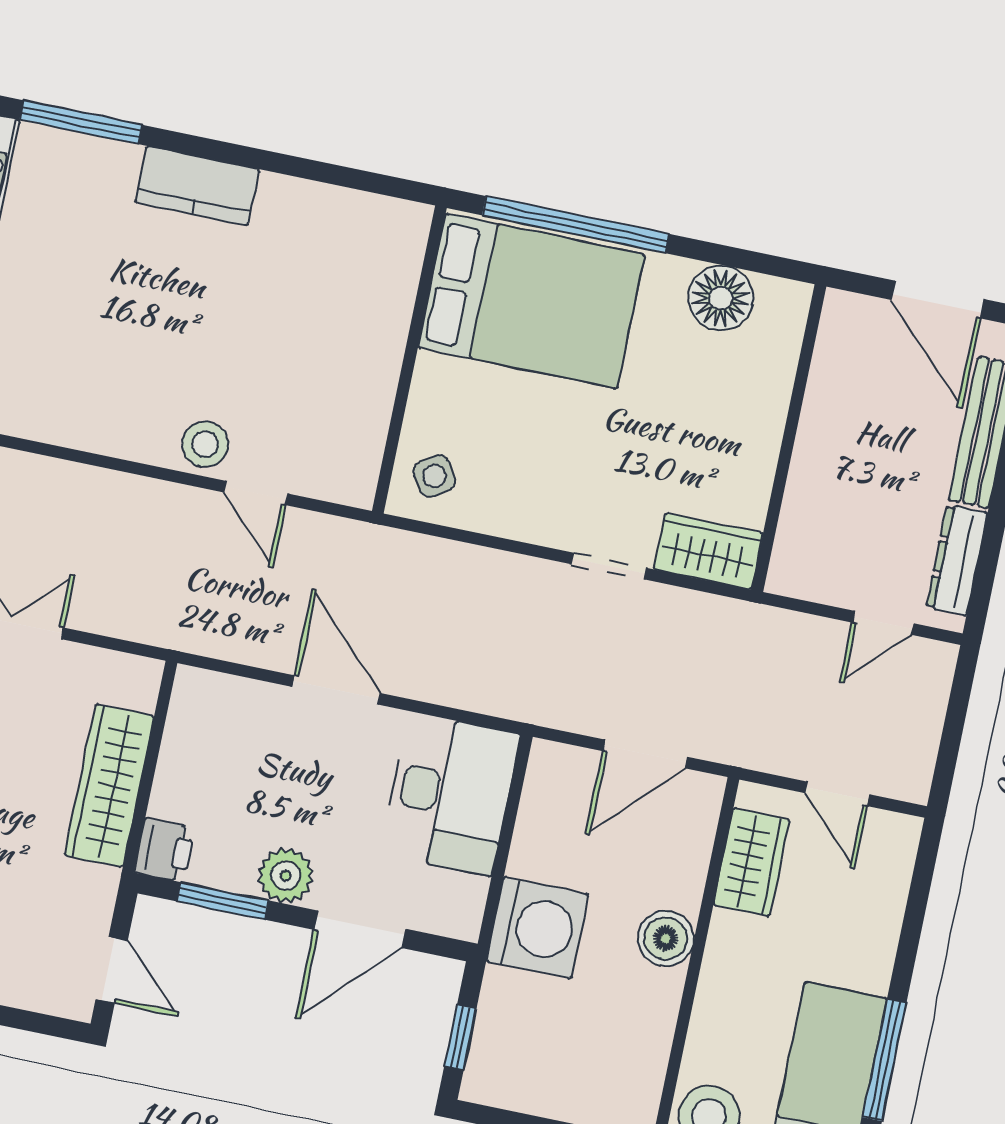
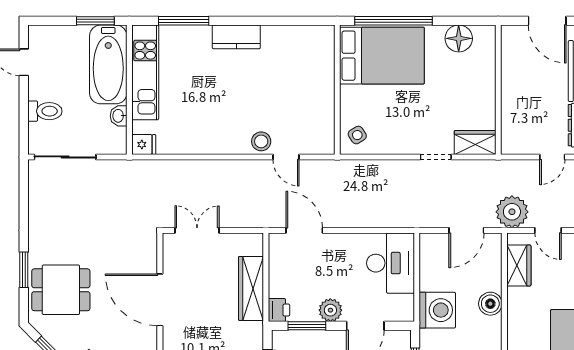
door: (336, 690) -> (304, 230), moved
plant: (762, 732) -> (512, 212), added

